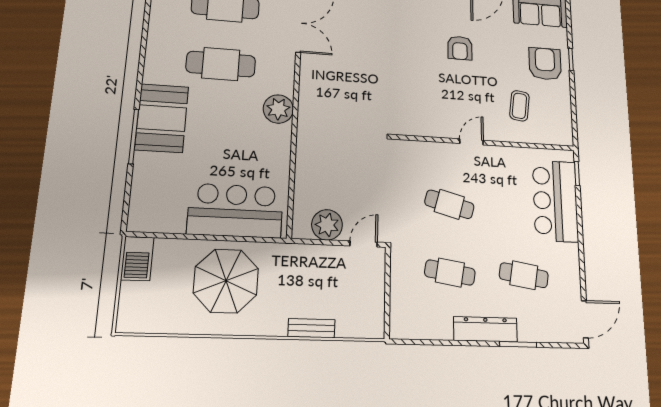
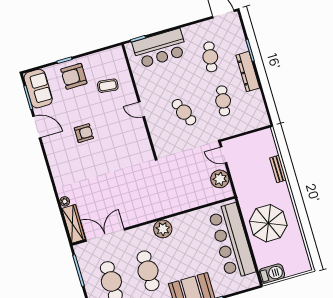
cafe table: (449, 204) -> (184, 112), turned -39
bar counter: (236, 211) -> (232, 241), width x1.36

